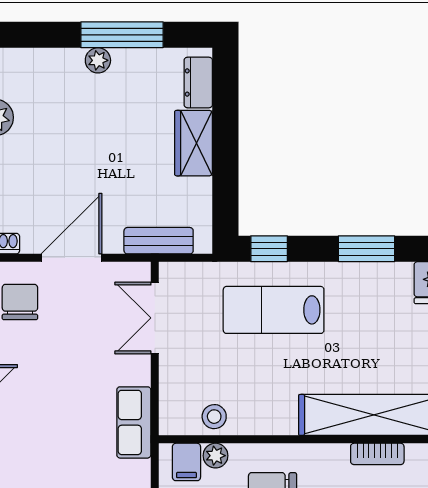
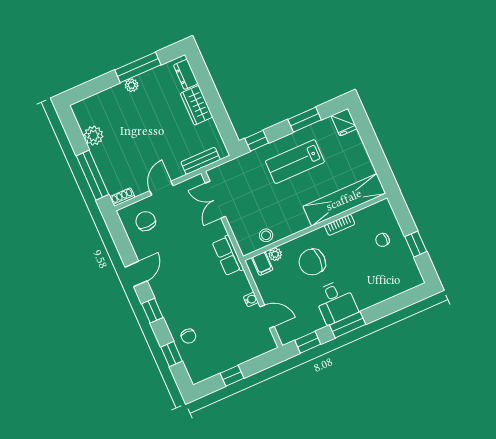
door: (72, 258) -> (161, 188), width x0.73
lab bench: (274, 310) -> (295, 162), moved
bookcase: (377, 454) -> (340, 225), moved

